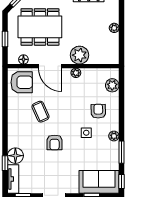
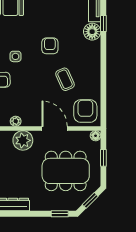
floor lamp: (23, 59) -> (96, 136), moved
plant: (76, 73) -> (16, 121), moved
armchair: (22, 82) -> (85, 111), turned 90

